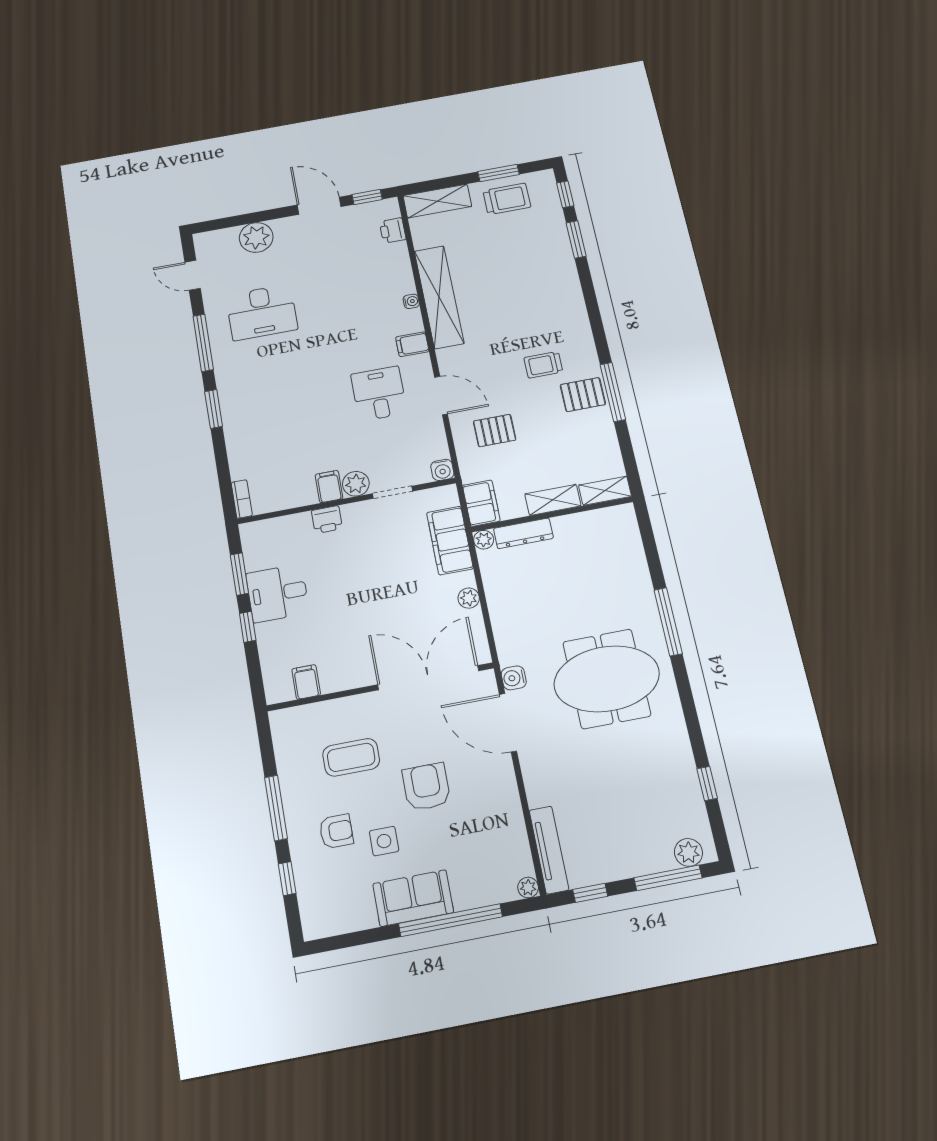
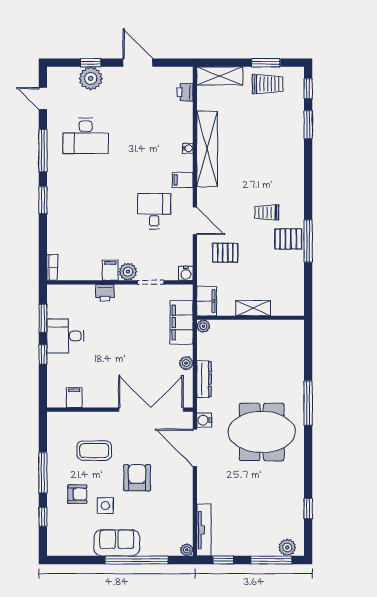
window: (367, 197) -> (91, 63), moved
shelving: (605, 491) -> (288, 309), removed
dresser: (523, 533) -> (204, 379), moved, turned -90

